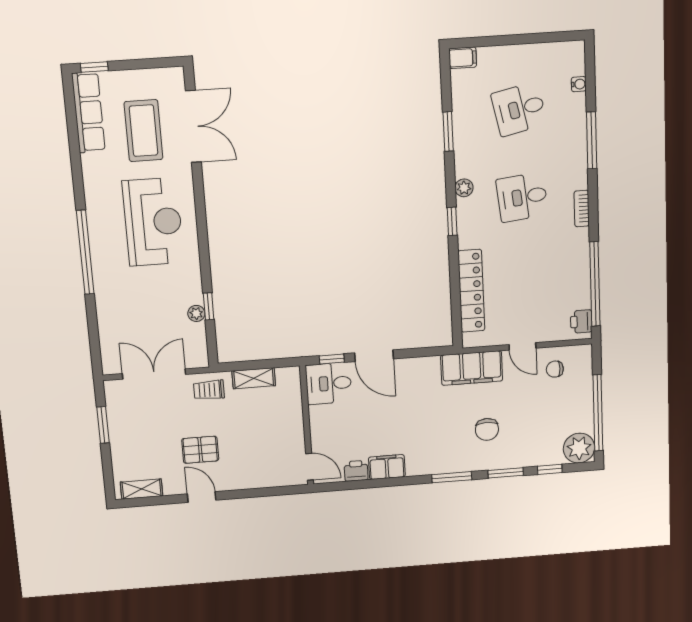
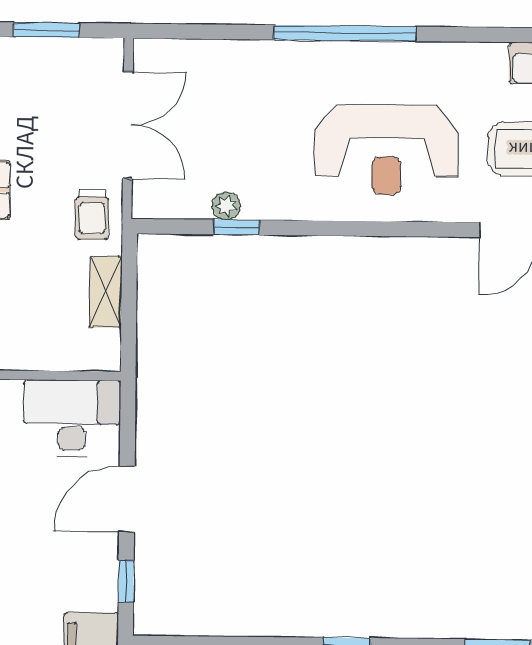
window: (332, 359) -> (126, 581), moved
desk: (329, 383) -> (72, 418), width x1.37
trolley: (209, 390) -> (92, 215), turned 180

